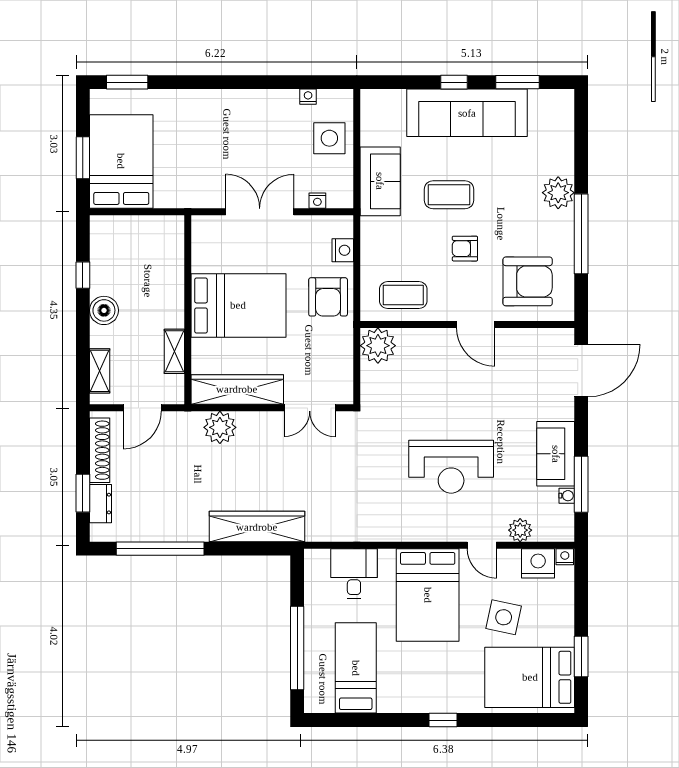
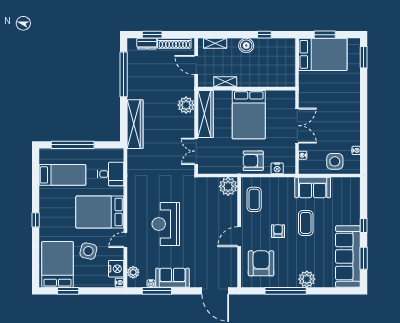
sofa: (467, 113) -> (348, 256), moved
armchair: (528, 281) -> (261, 263), turned 180
plant: (520, 530) -> (133, 272), moved

